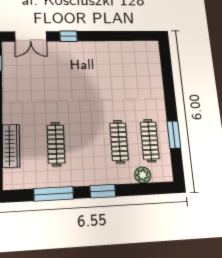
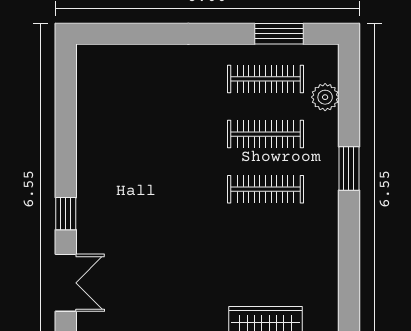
window: (174, 135) -> (279, 34), moved
clothes rail: (56, 144) -> (265, 189), moved
window: (54, 194) -> (349, 251), removed

